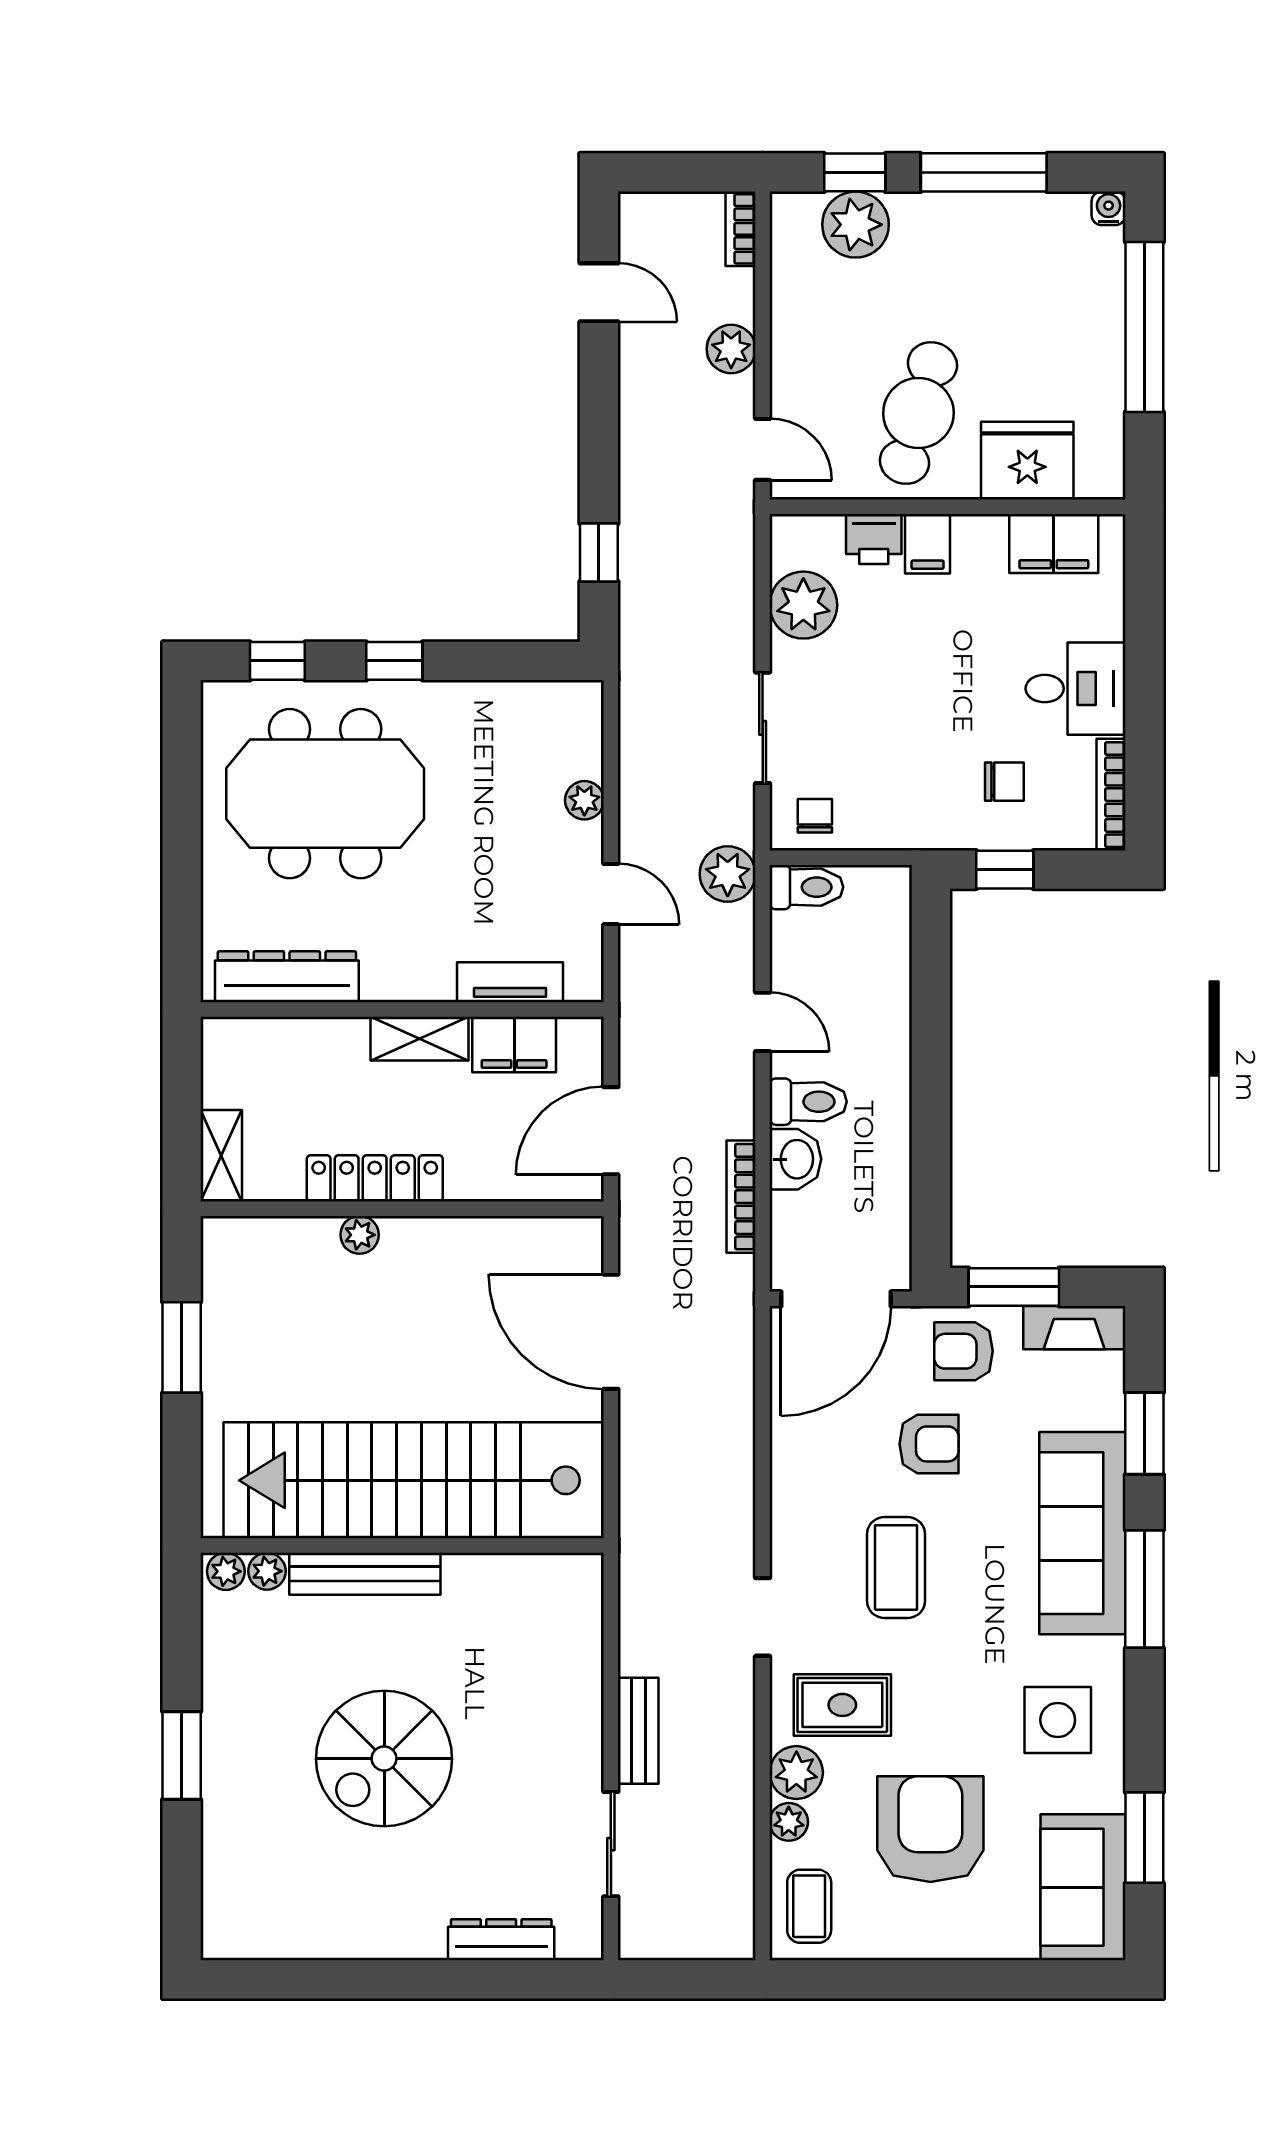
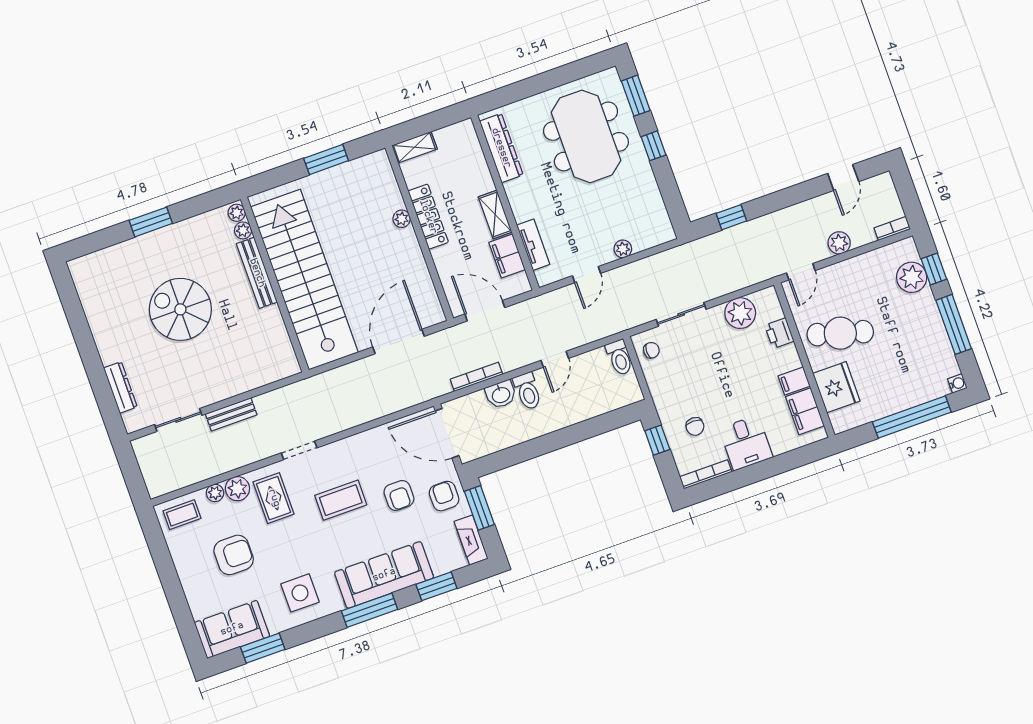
filing cabinet: (928, 544) -> (794, 381), moved
window: (277, 661) -> (636, 96), width x1.50
plant: (728, 874) -> (613, 322), removed
armchair: (930, 1829) -> (234, 555), width x0.73, depth x0.73

